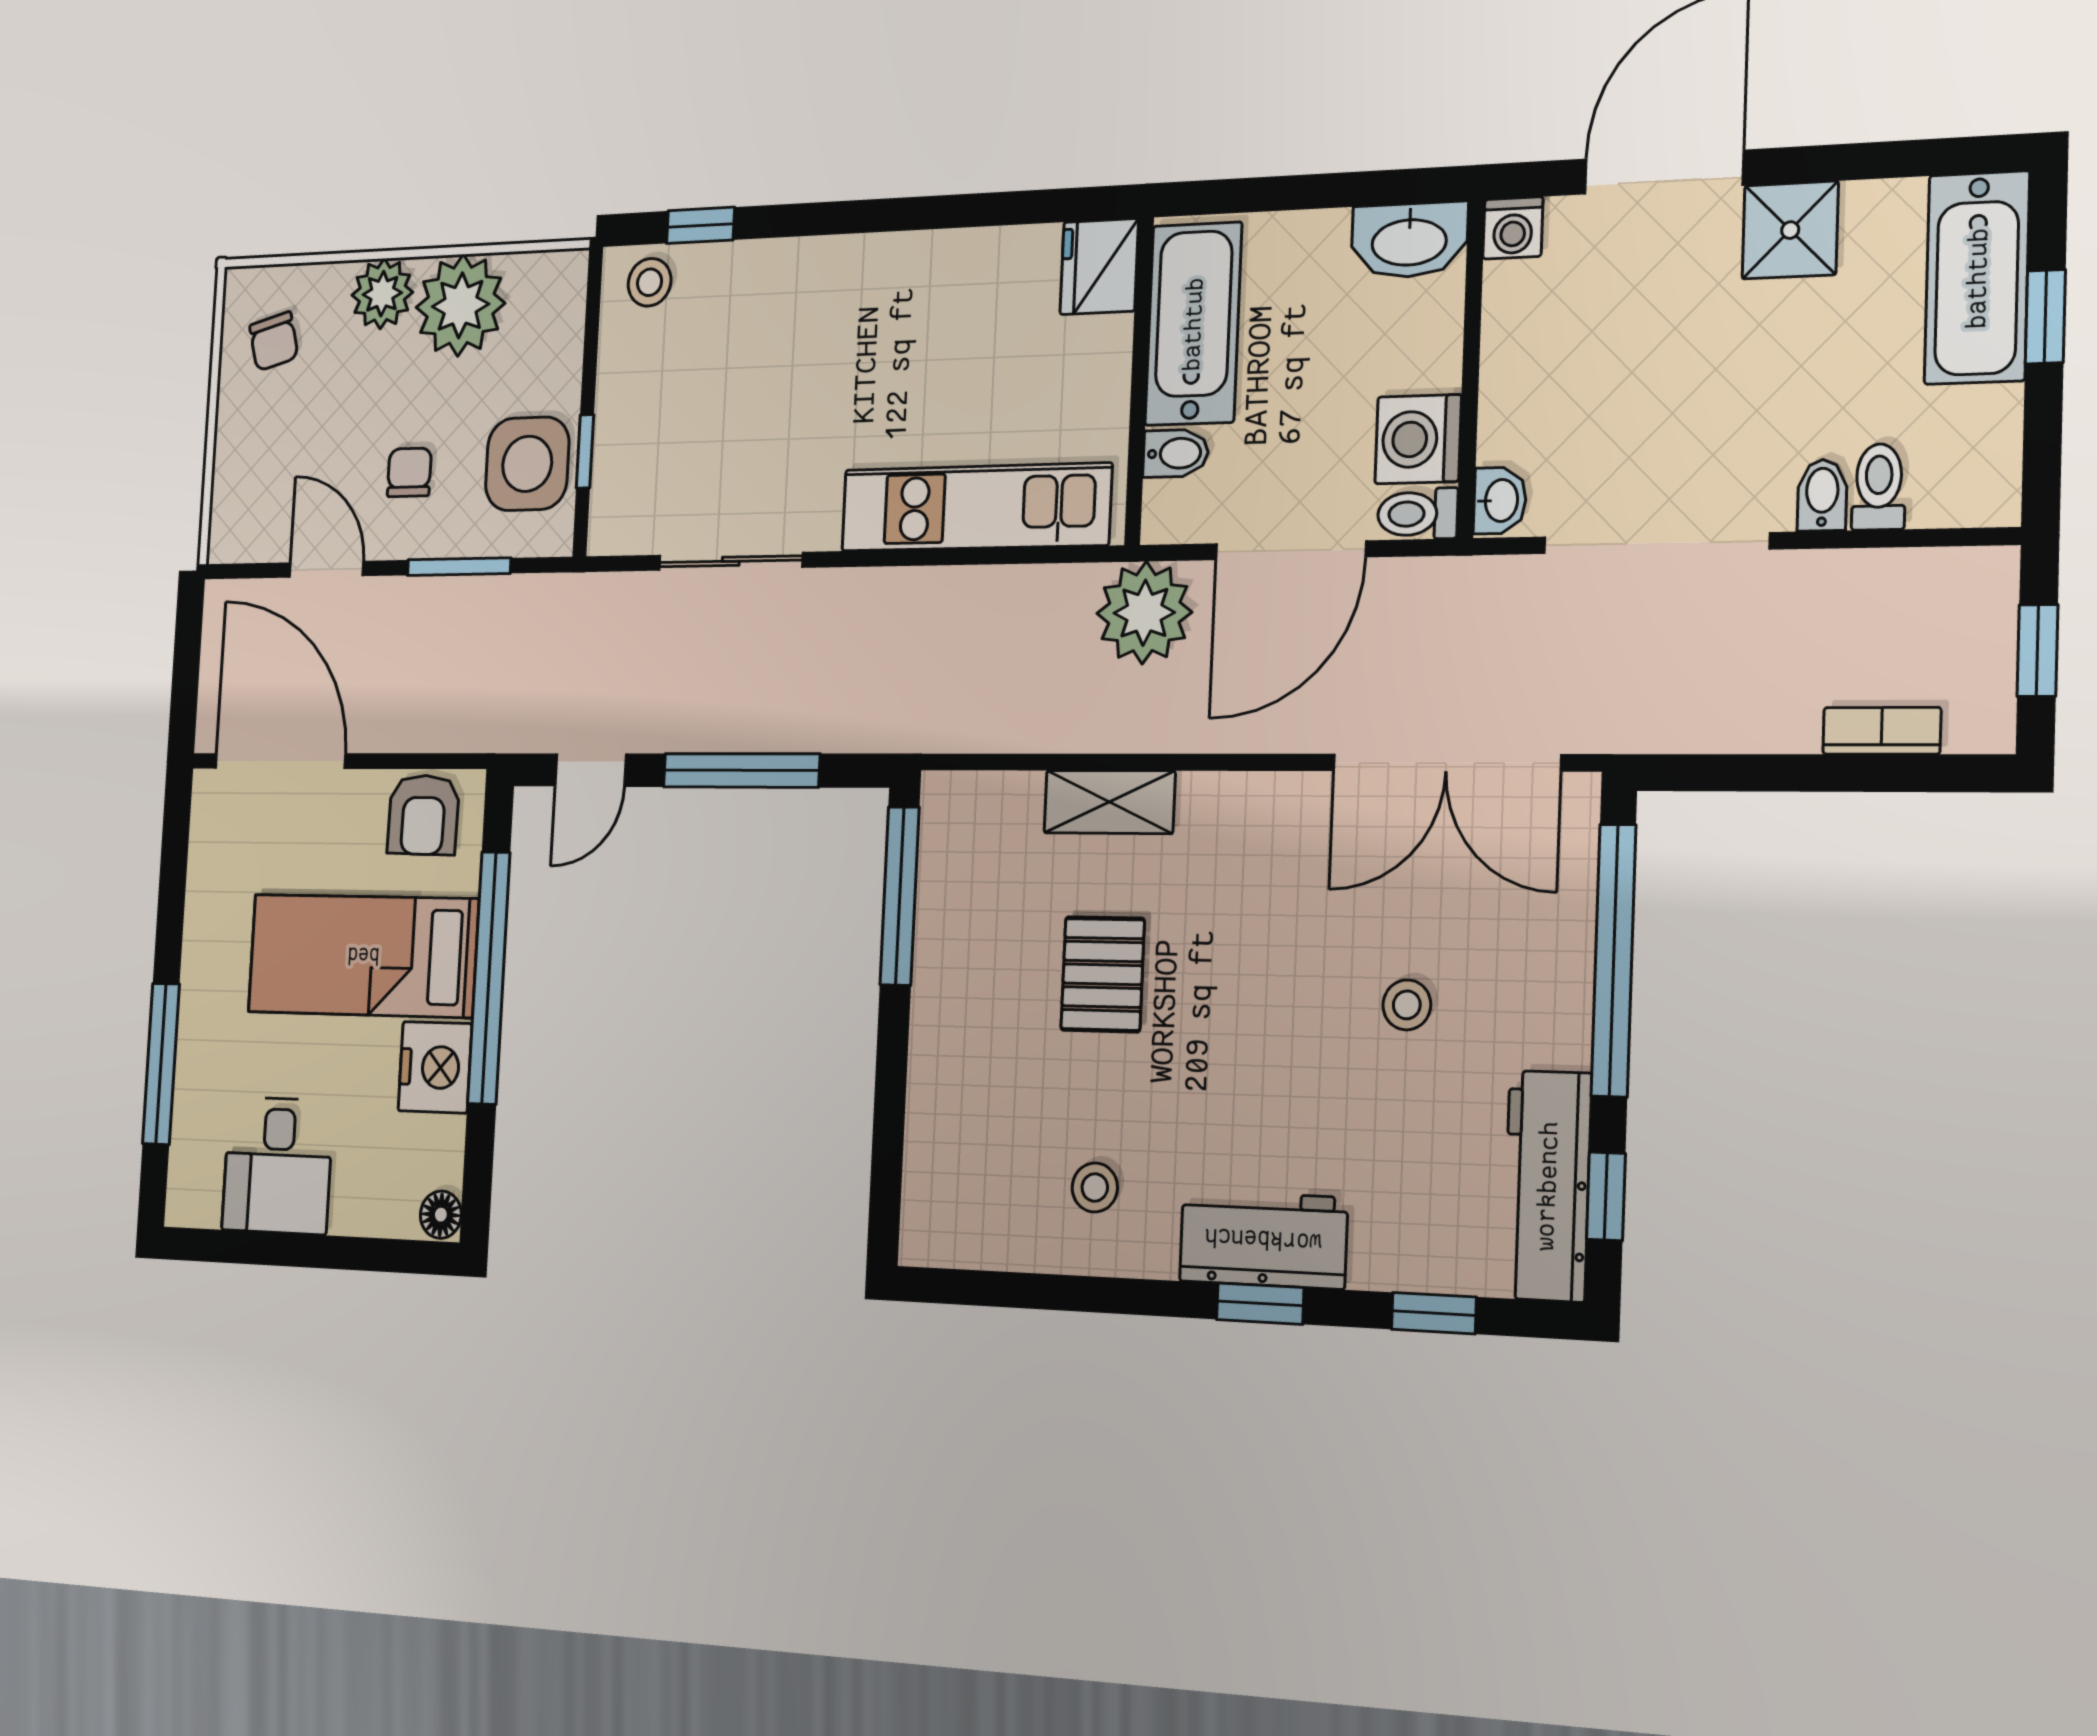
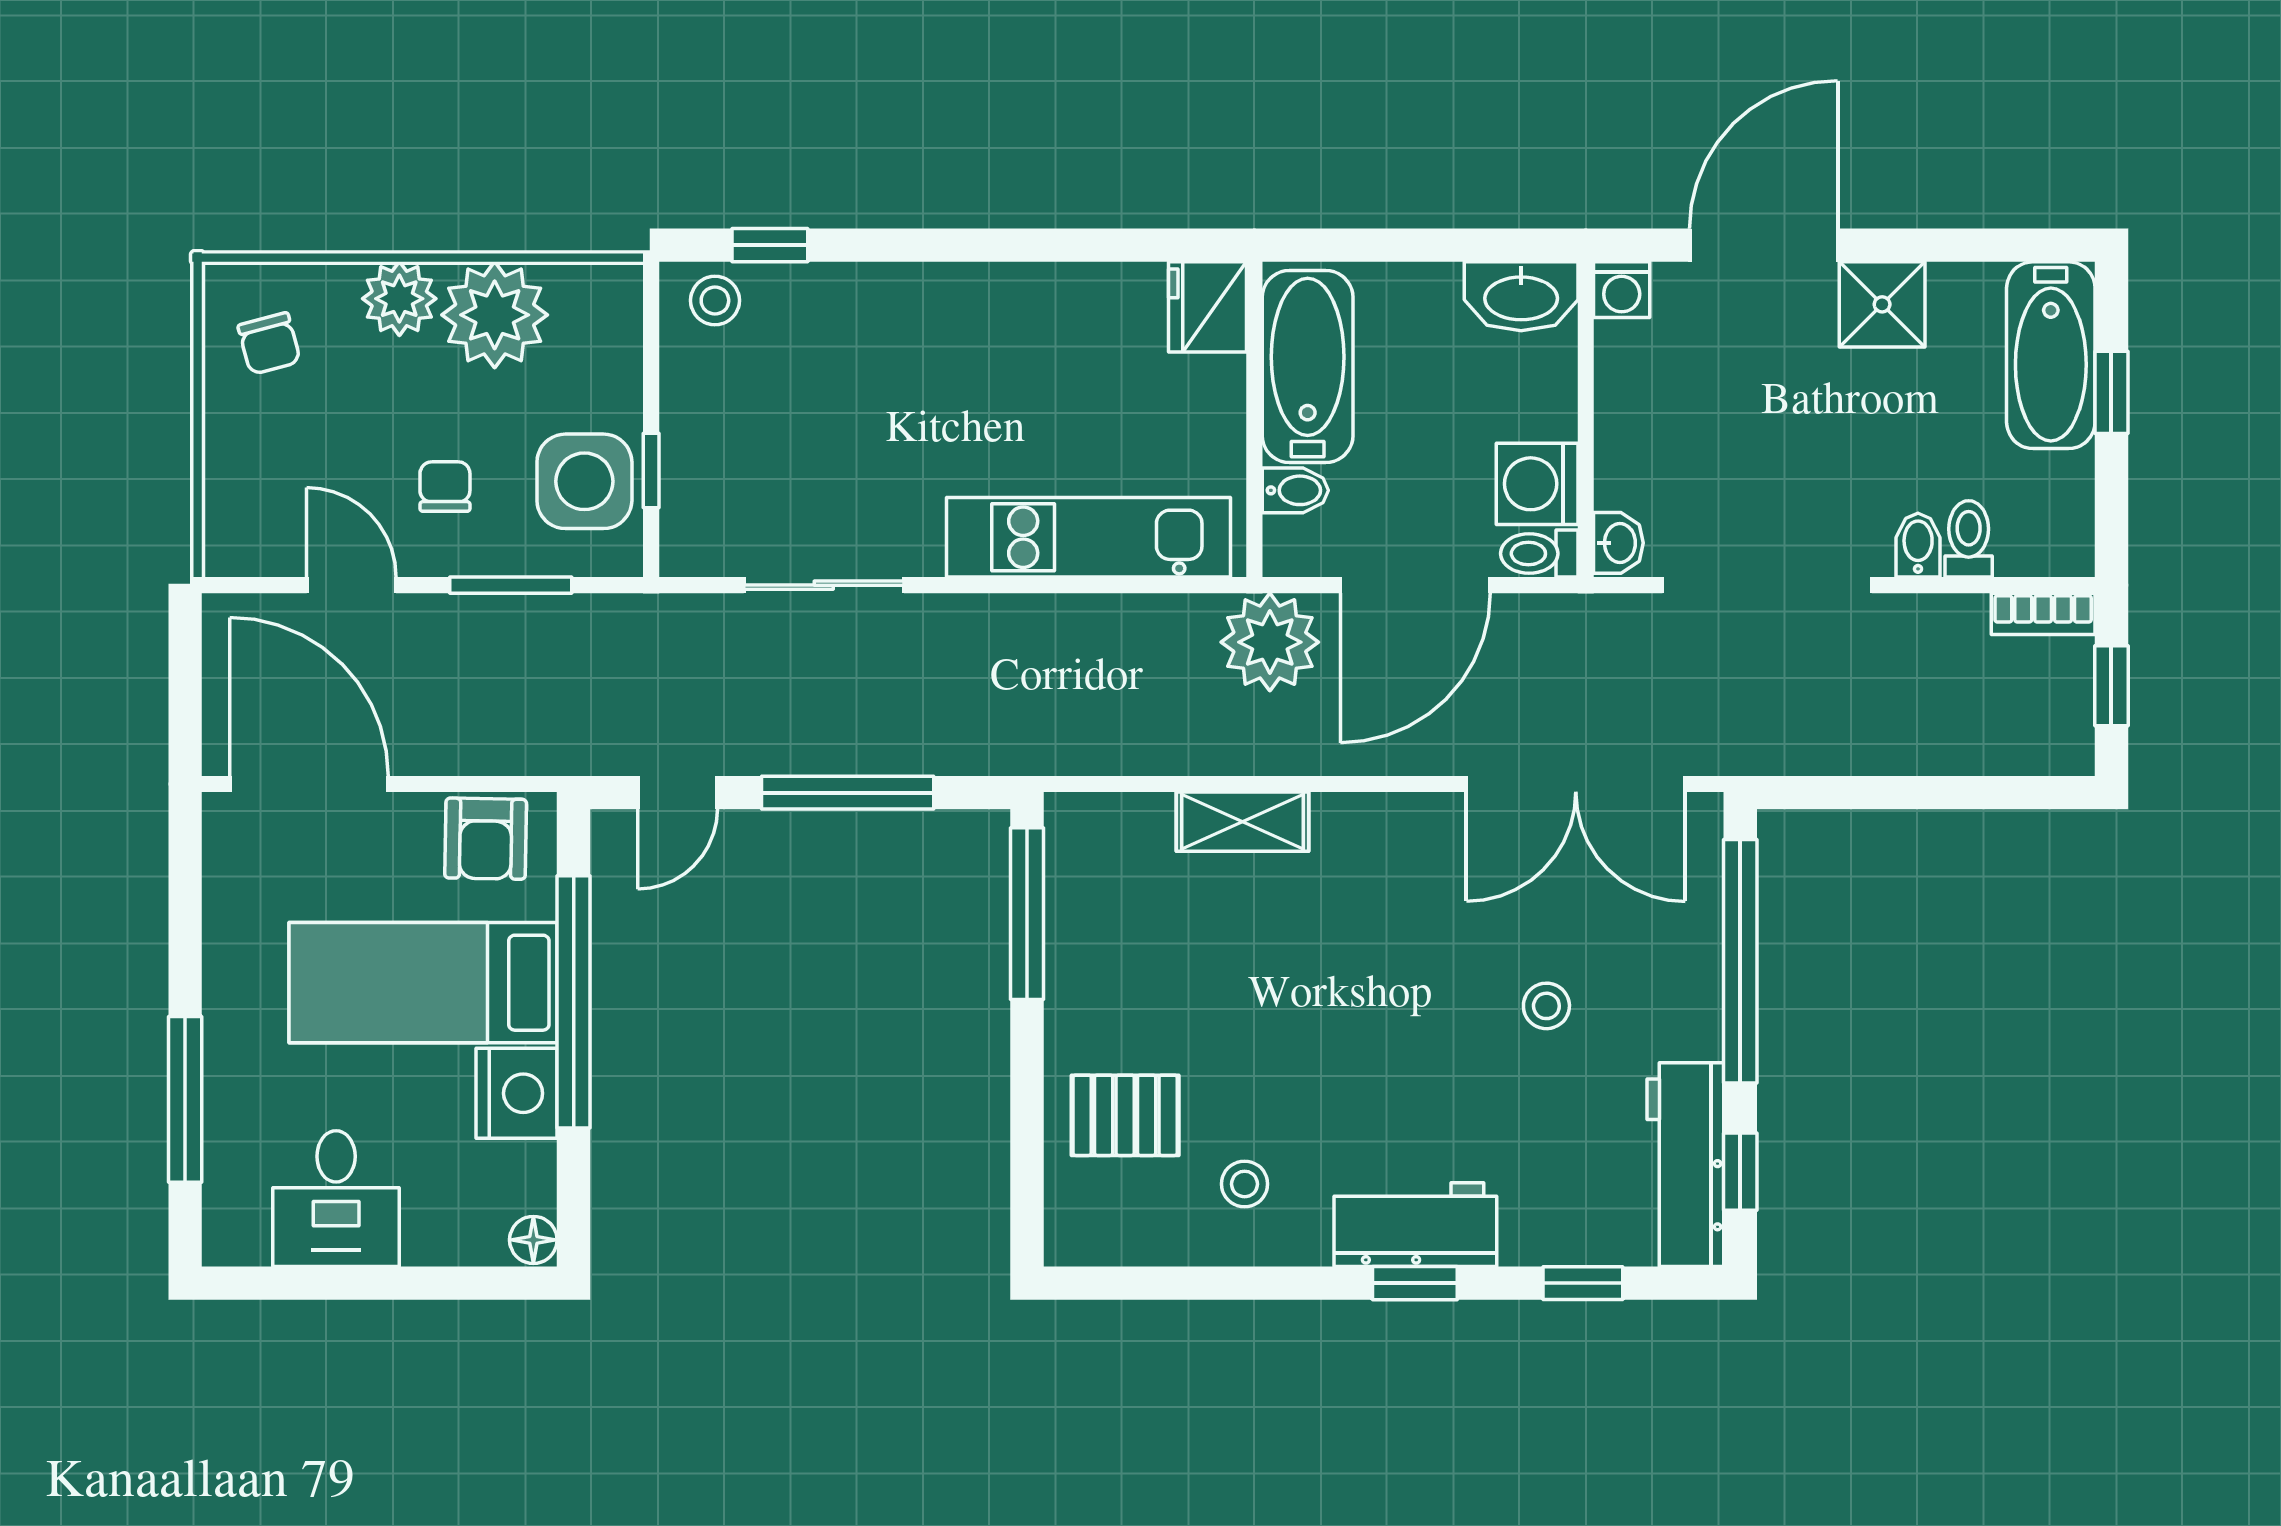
bookcase: (1882, 731) -> (2043, 614), moved, turned 180
pallet: (1103, 974) -> (1125, 1115), moved, turned 90

